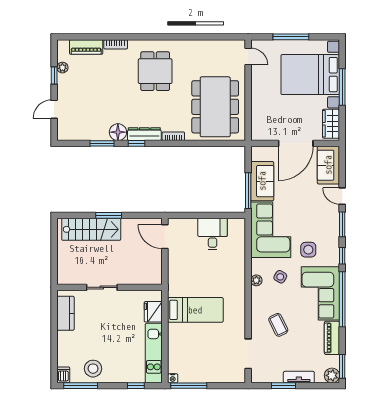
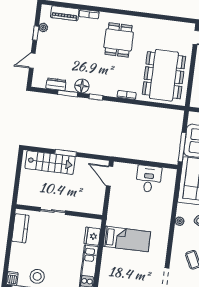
dresser: (144, 134) -> (56, 84), moved, width x0.70

